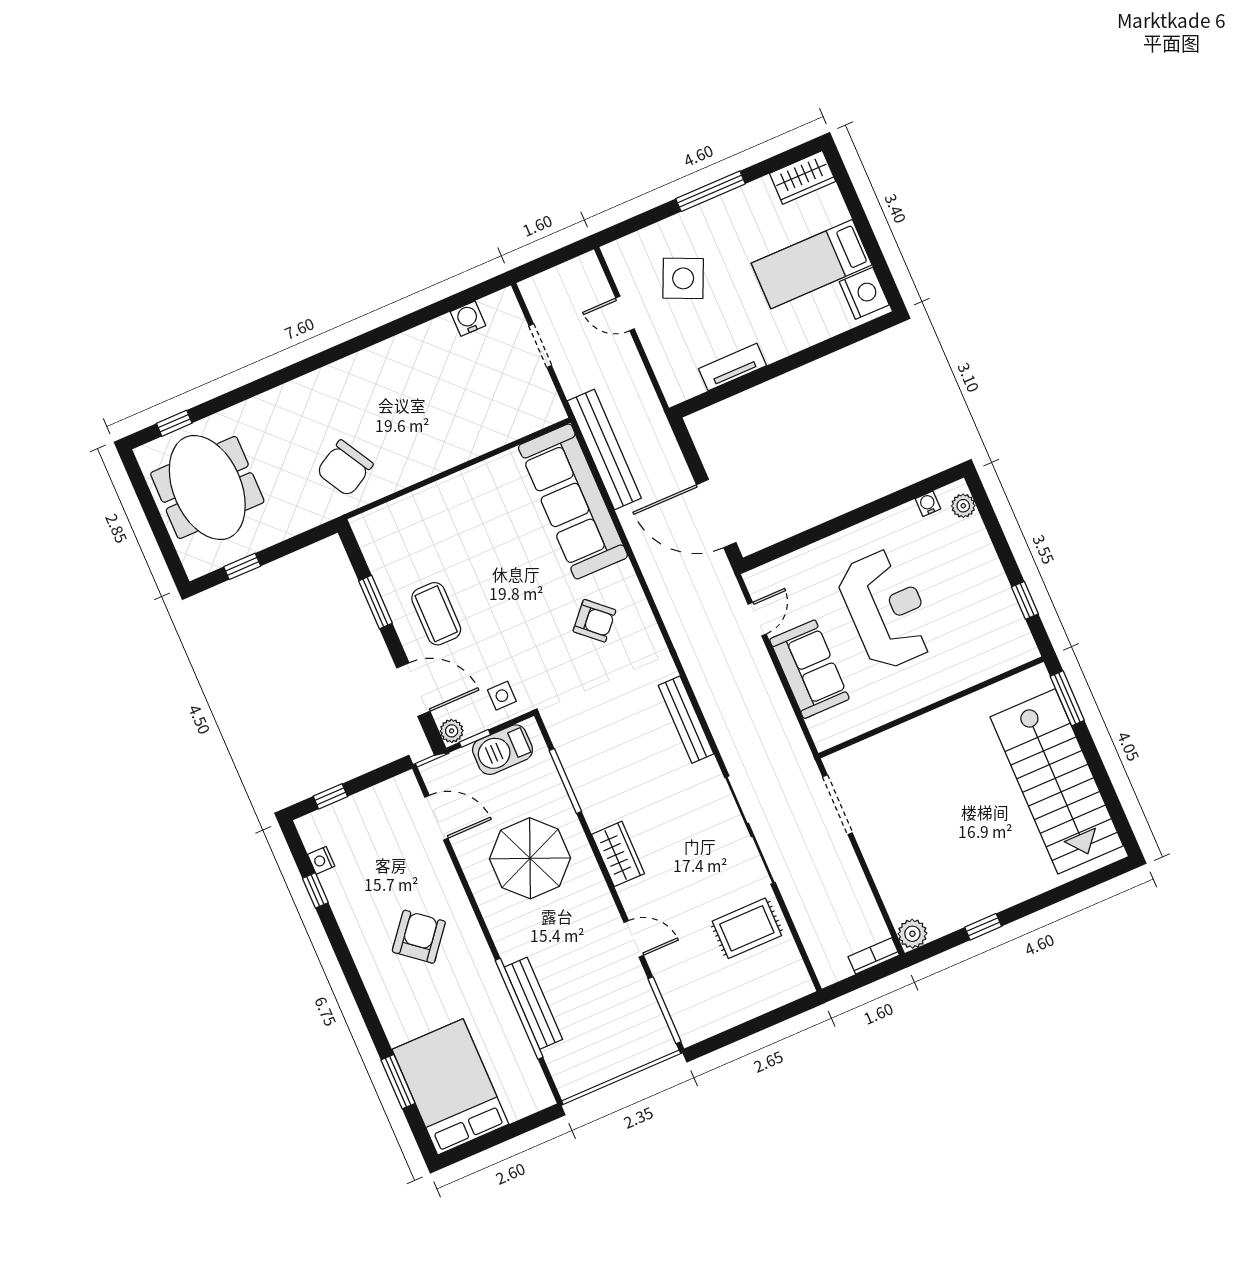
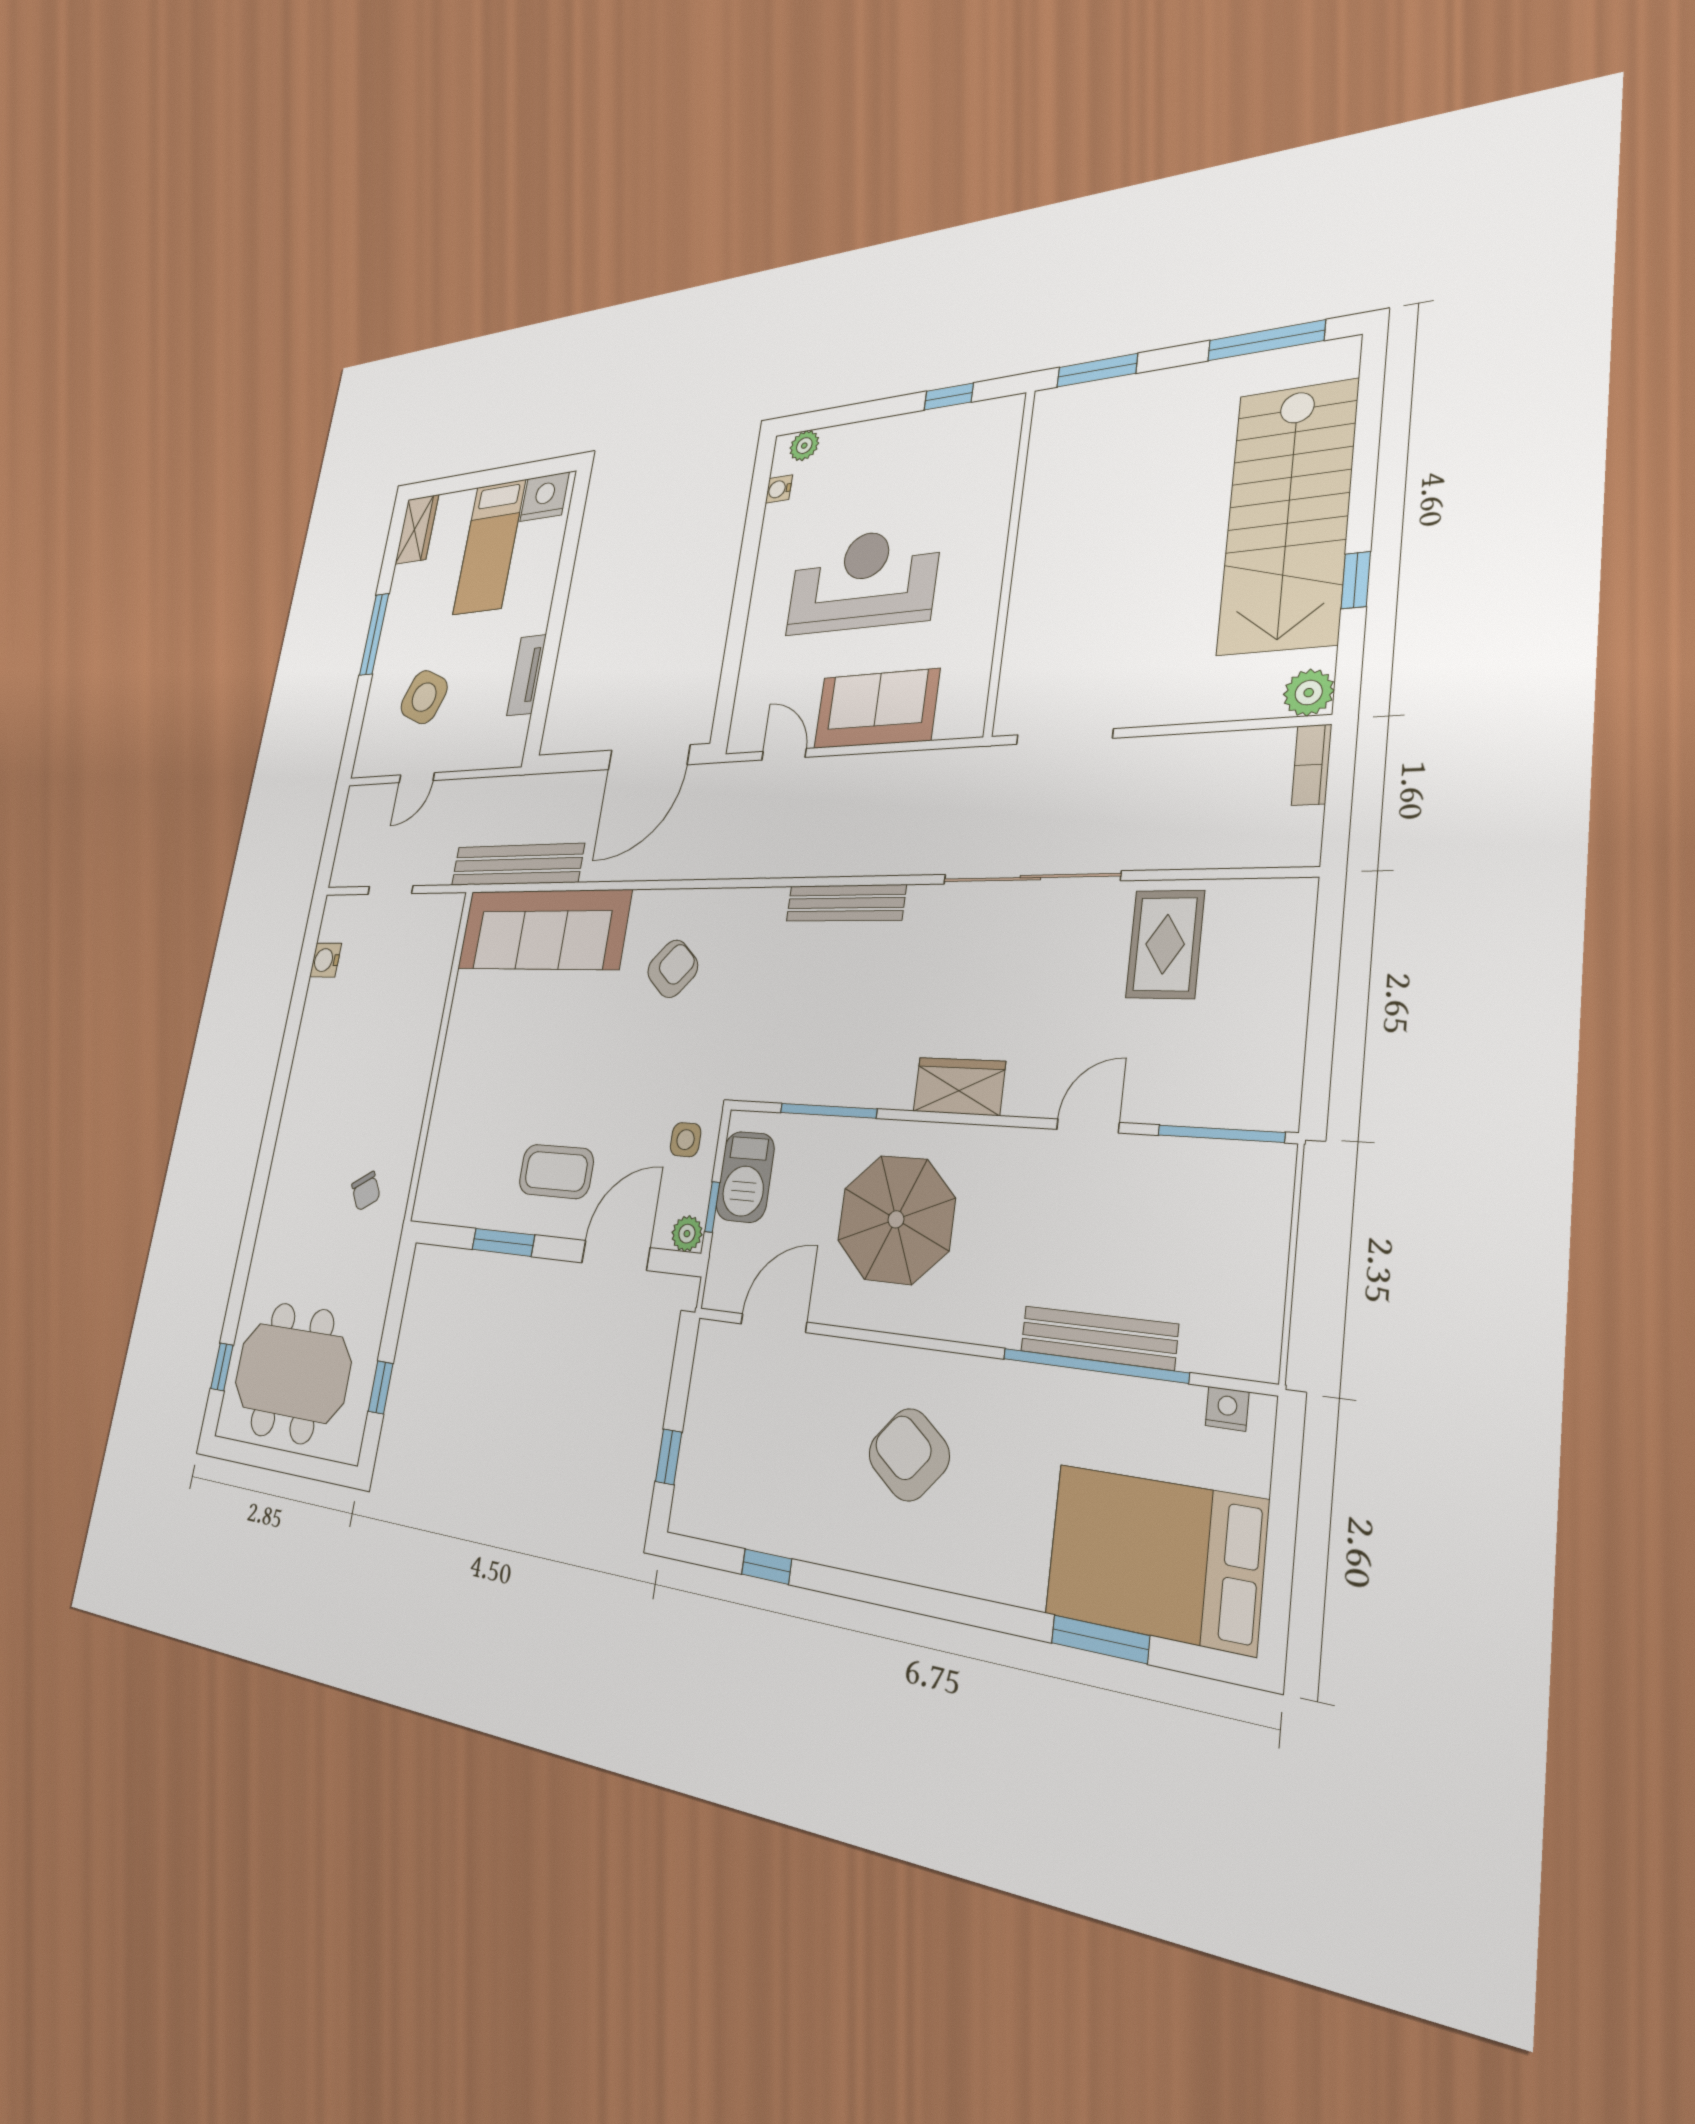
chair: (345, 468) -> (366, 1191), width x0.54, depth x0.54
stairs: (1057, 781) -> (1288, 517), moved, turned 90
window: (1111, 799) -> (1266, 340), added
nightstand: (321, 860) -> (1227, 1409), moved, turned 180

